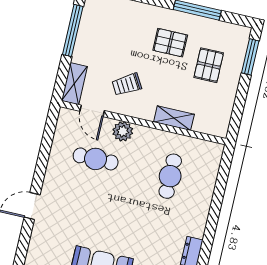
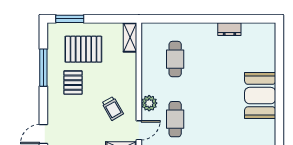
pallet: (209, 65) -> (83, 49), width x1.50, depth x1.42
shelving: (174, 118) -> (130, 37), moved
cafe table: (170, 176) -> (175, 59), turned 90

